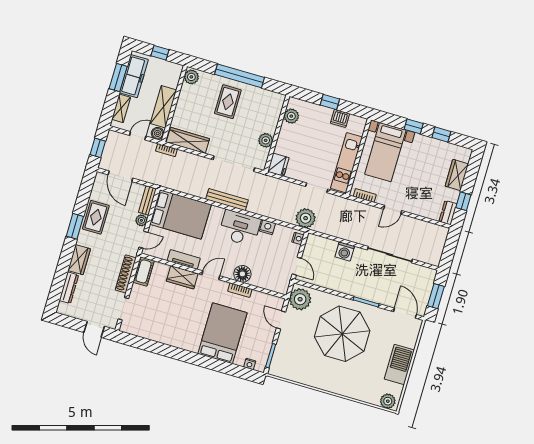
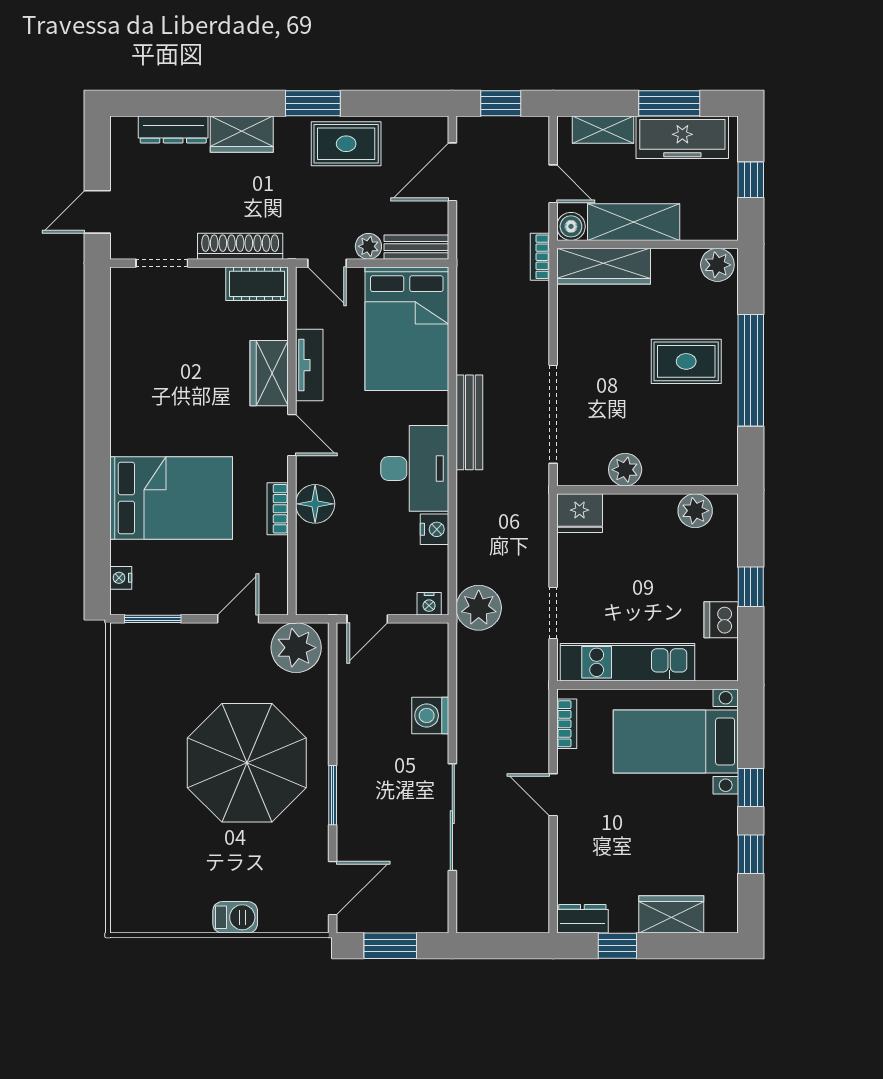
wardrobe: (188, 140) -> (604, 266), moved, turned 90
barbecue: (399, 365) -> (235, 917), width x0.53, depth x0.65
plant: (388, 401) -> (127, 907), removed

